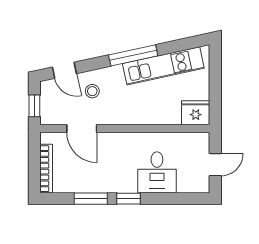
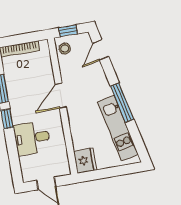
stool: (92, 91) -> (65, 49), moved
door: (82, 129) -> (61, 96), moved

